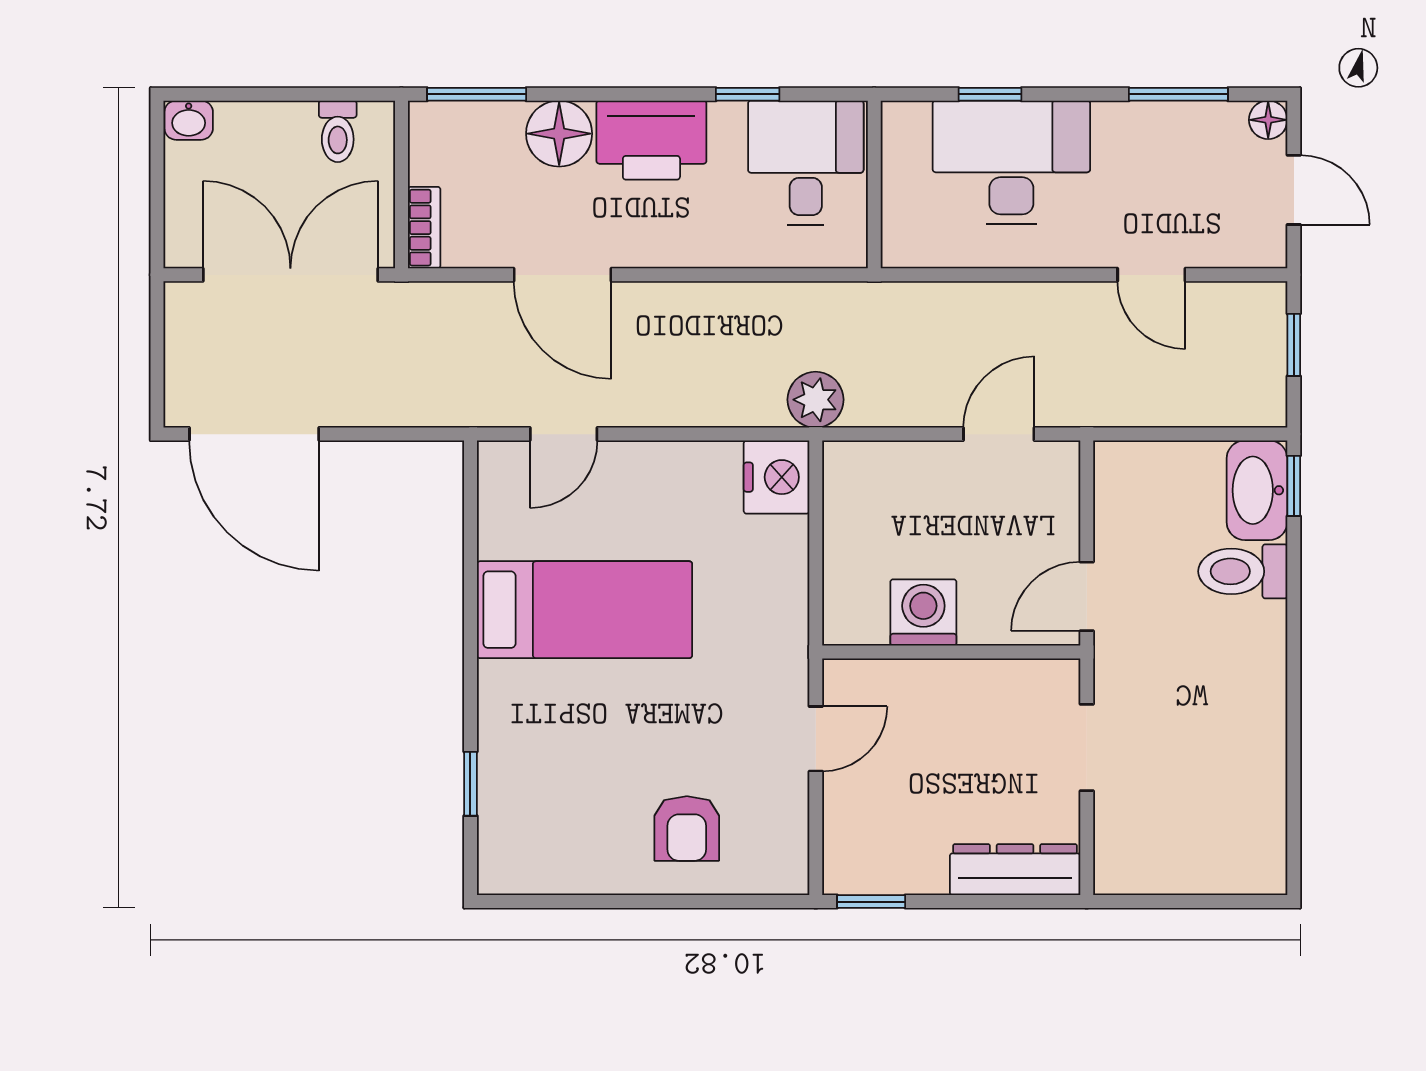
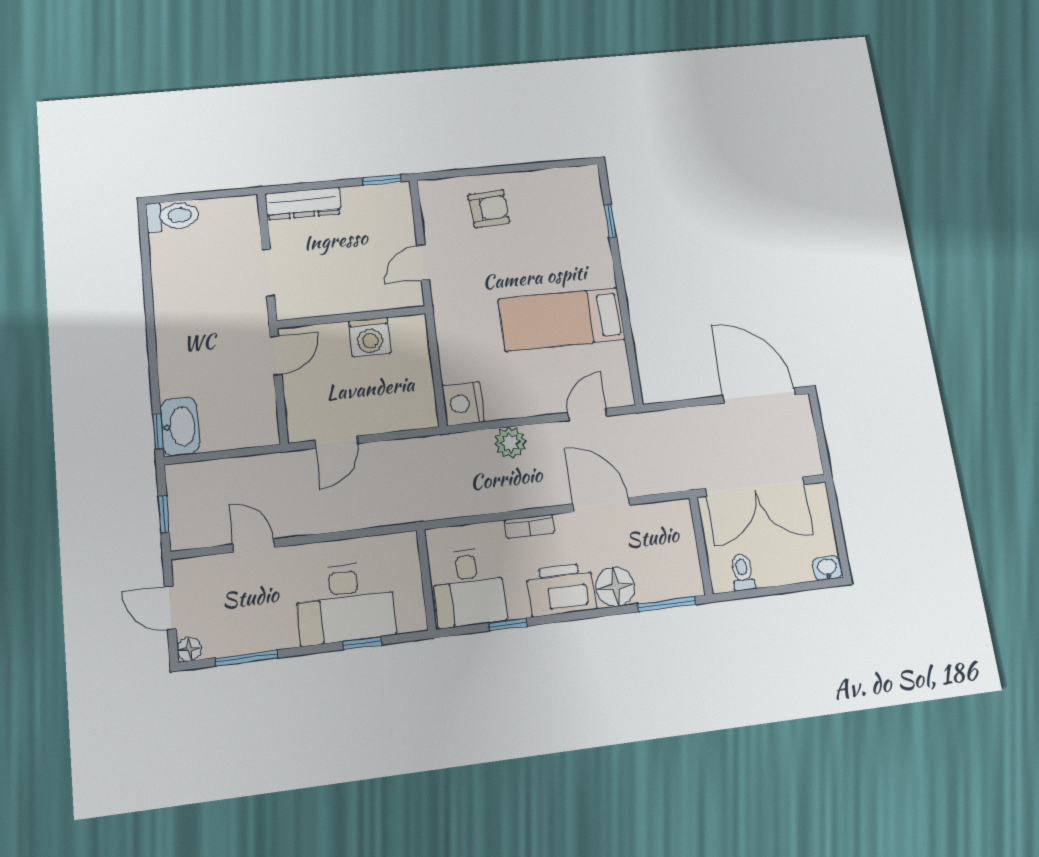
bookcase: (424, 228) -> (529, 527), moved, turned -90
plant: (815, 400) -> (510, 443), moved
toilet: (1243, 571) -> (172, 216), moved
armchair: (687, 829) -> (489, 209), turned 86

